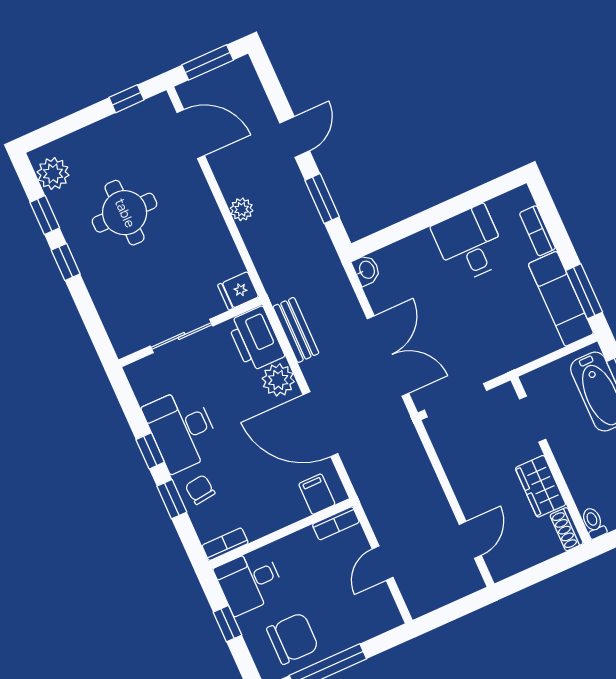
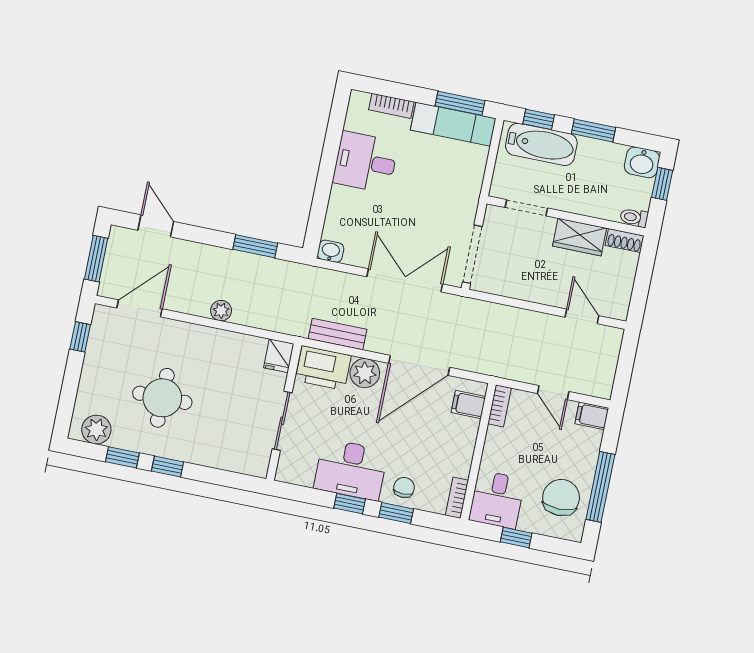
door: (295, 137) -> (156, 226), moved
chair: (200, 490) -> (404, 487), turned 98
filing cabinet: (387, 613) -> (592, 416), added

